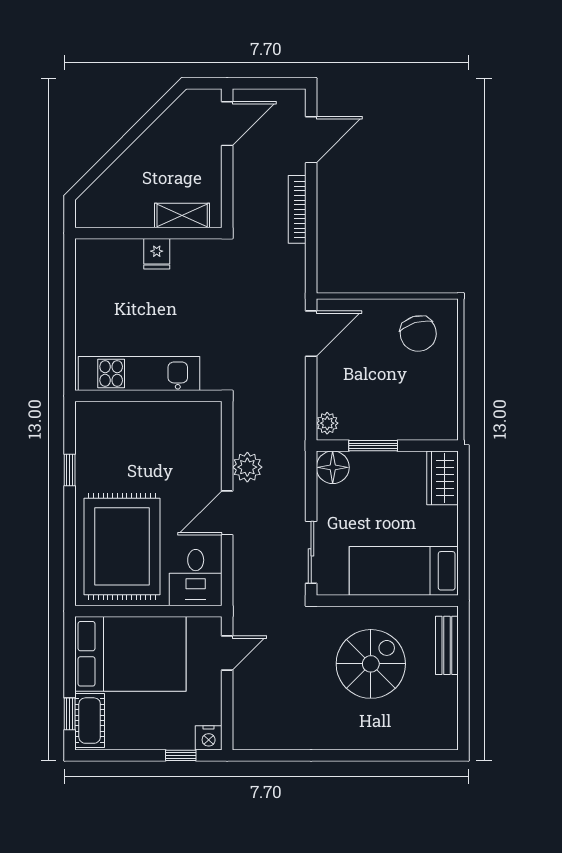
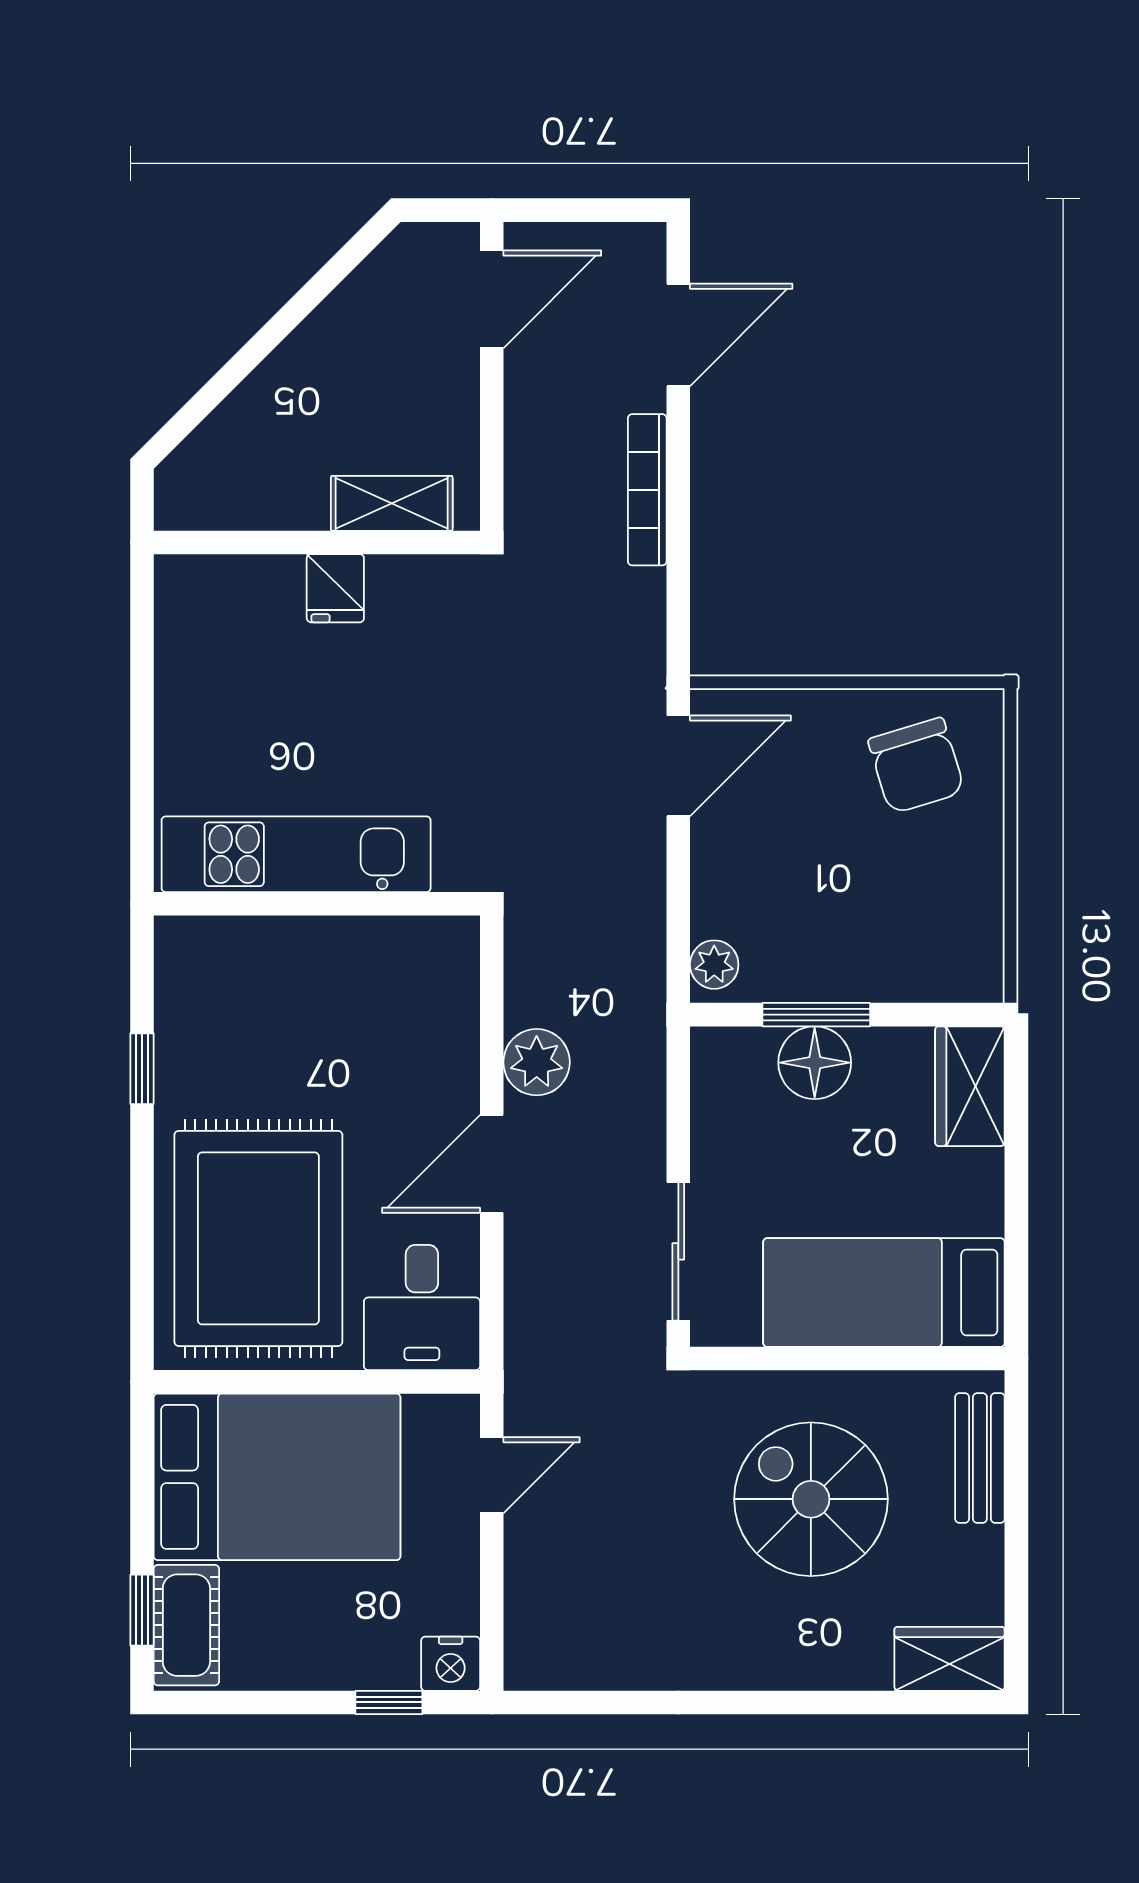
floor lamp: (333, 467) -> (815, 1063), moved
spiral stairs: (371, 664) -> (811, 1499), turned -90
wardrobe: (433, 736) -> (950, 1659), added

